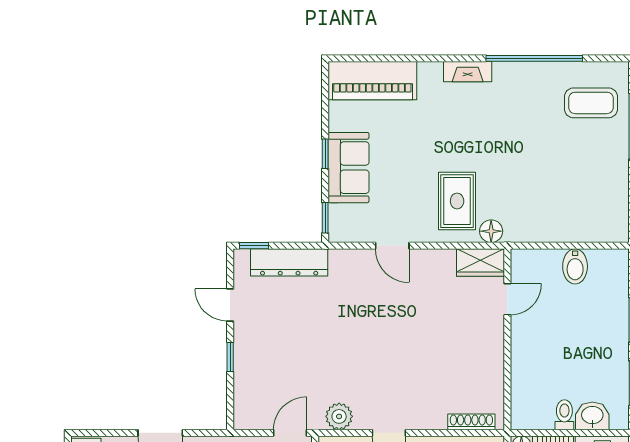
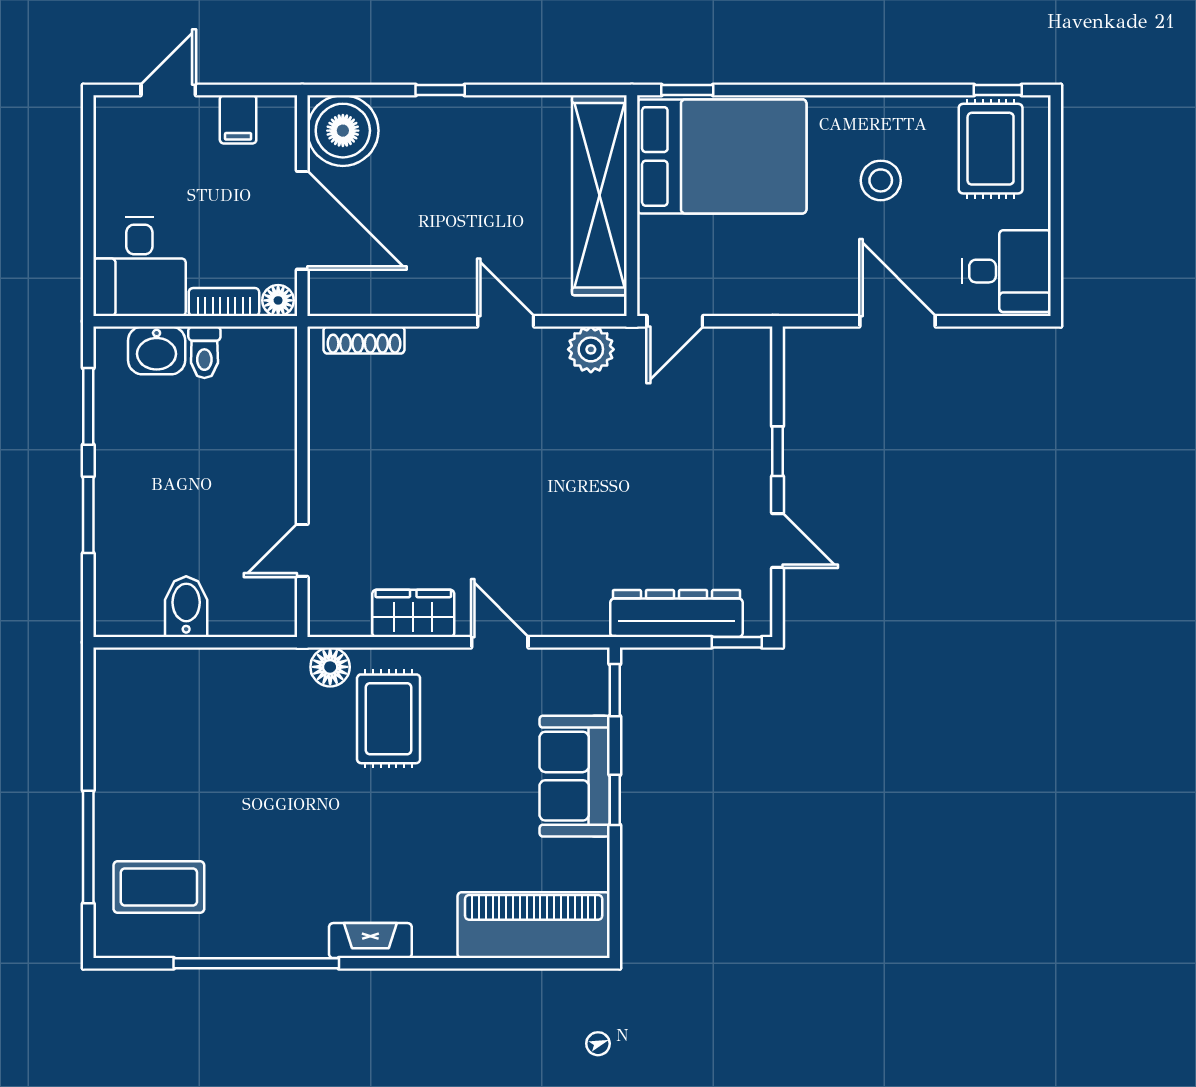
wardrobe: (481, 262) -> (413, 613), moved

